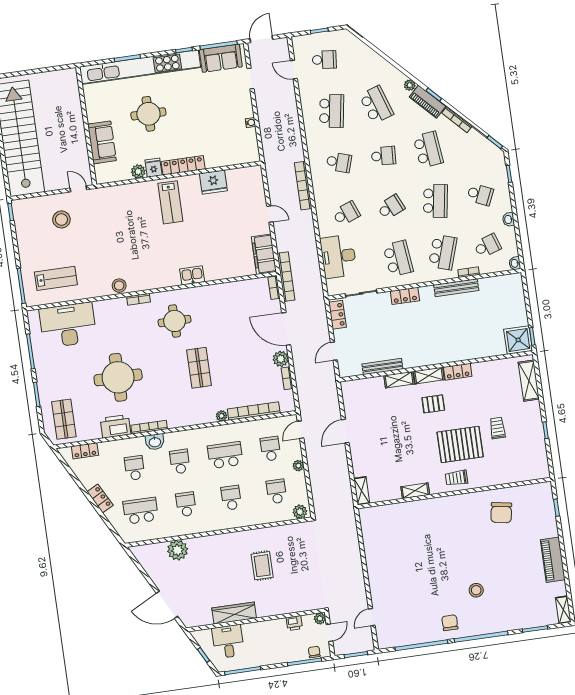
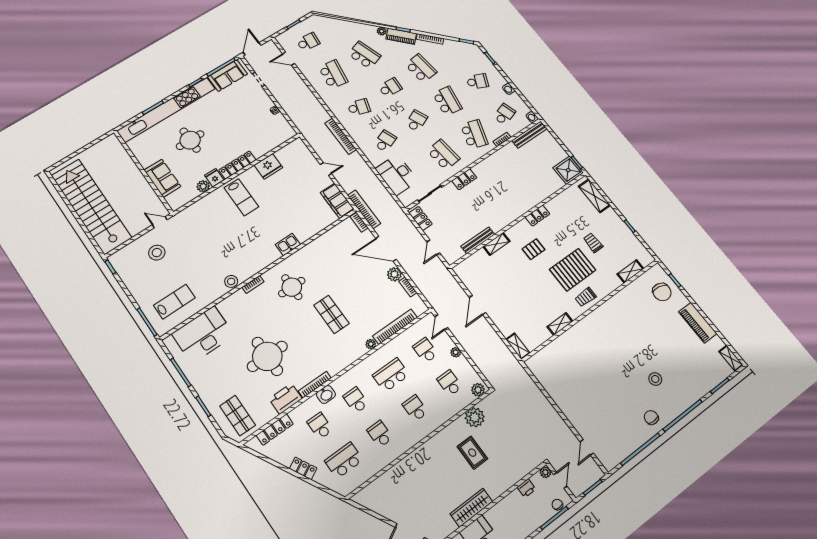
bench: (456, 288) -> (529, 135), moved
shelving: (429, 376) -> (630, 271), moved
locker: (85, 451) -> (275, 430), width x1.53
chair: (501, 513) -> (662, 292), moved
plant: (178, 550) -> (475, 417), moved

